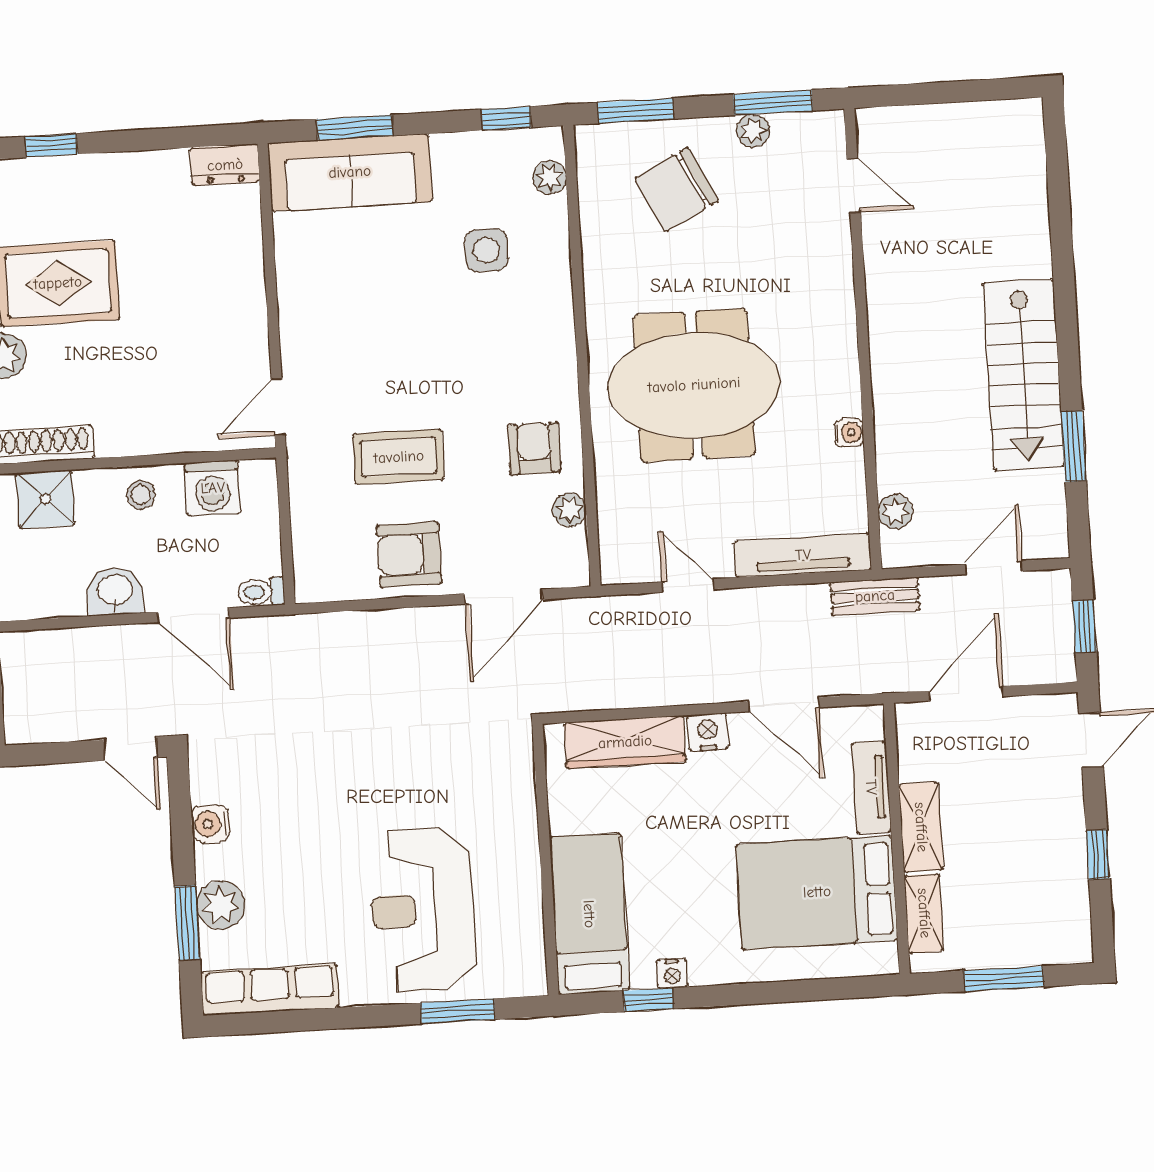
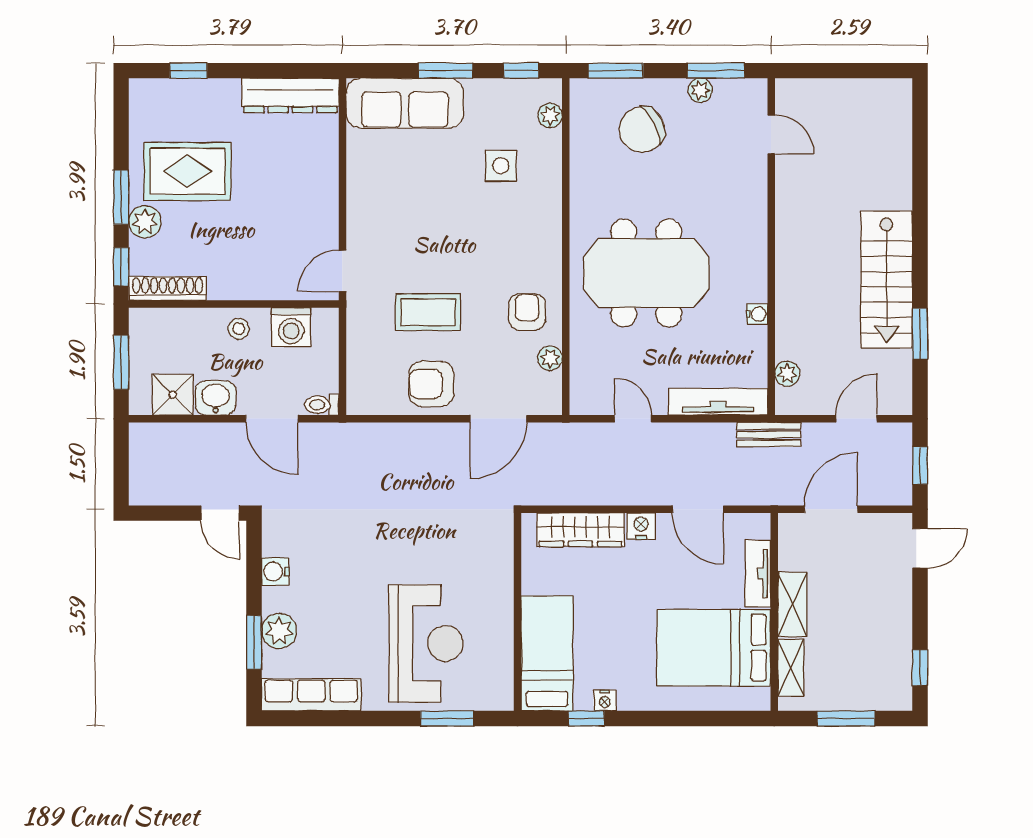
window: (355, 127) -> (446, 71), moved
dresser: (225, 165) -> (290, 95), width x1.96, depth x1.24
shower: (45, 499) -> (173, 395), moved
window: (1098, 854) -> (920, 668), moved
reception desk: (423, 910) -> (426, 643), turned 180

